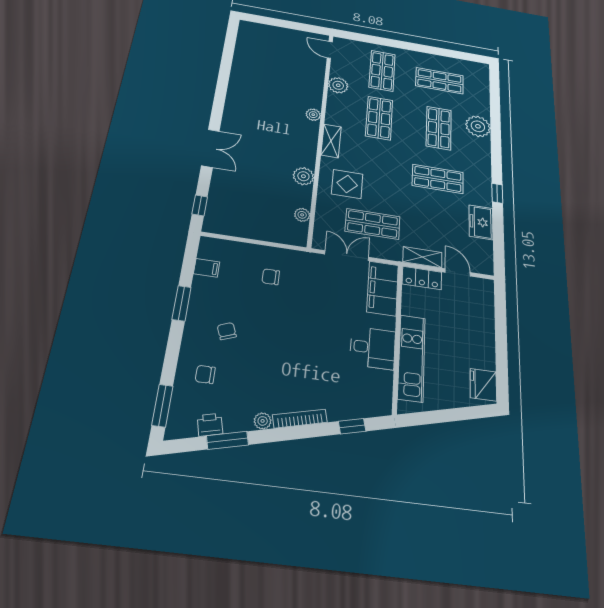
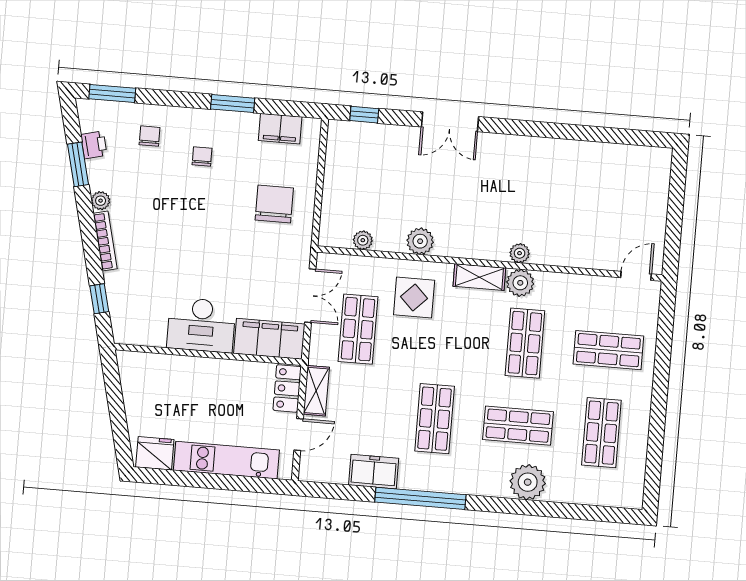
plant: (338, 85) -> (520, 283), moved
shop shelf: (379, 118) -> (525, 343), turned 90
window: (497, 193) -> (420, 498), width x3.17
filing cabinet: (207, 268) -> (280, 129), width x2.00
chair: (271, 277) -> (274, 204), width x1.87, depth x1.87
chair: (227, 331) -> (202, 156), turned -69
desk: (373, 348) -> (201, 325), width x1.37
kitchen unit: (412, 358) -> (226, 460), moved, turned 180

